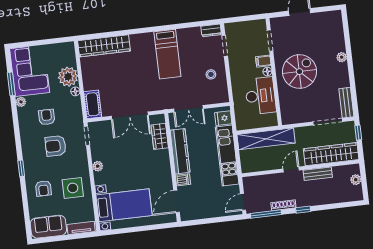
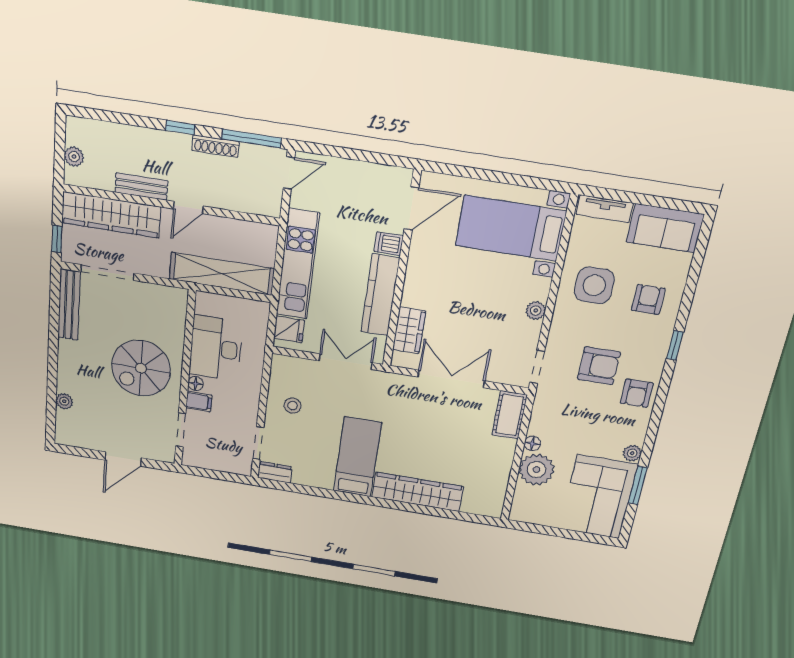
wardrobe: (104, 46) -> (417, 492), moved
plant: (342, 57) -> (64, 401), moved
bench: (346, 103) -> (69, 305), width x1.36
armchair: (47, 117) -> (637, 393), moved

